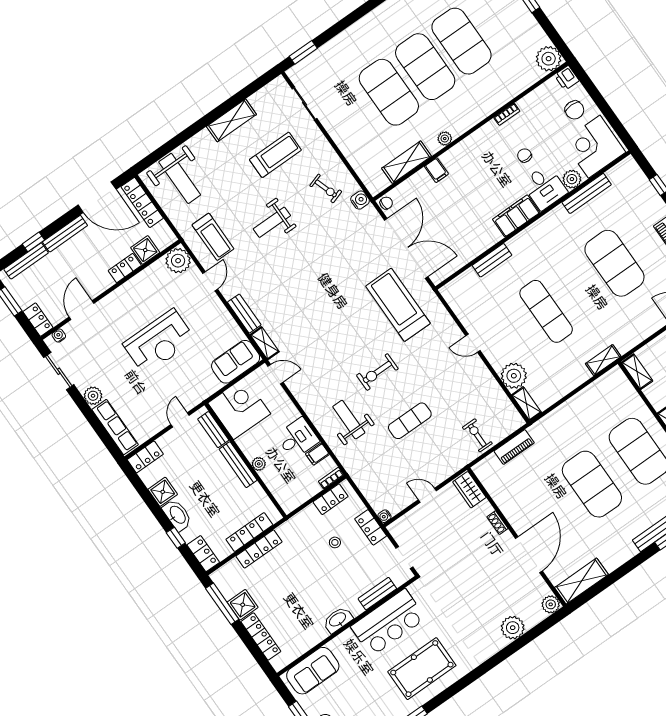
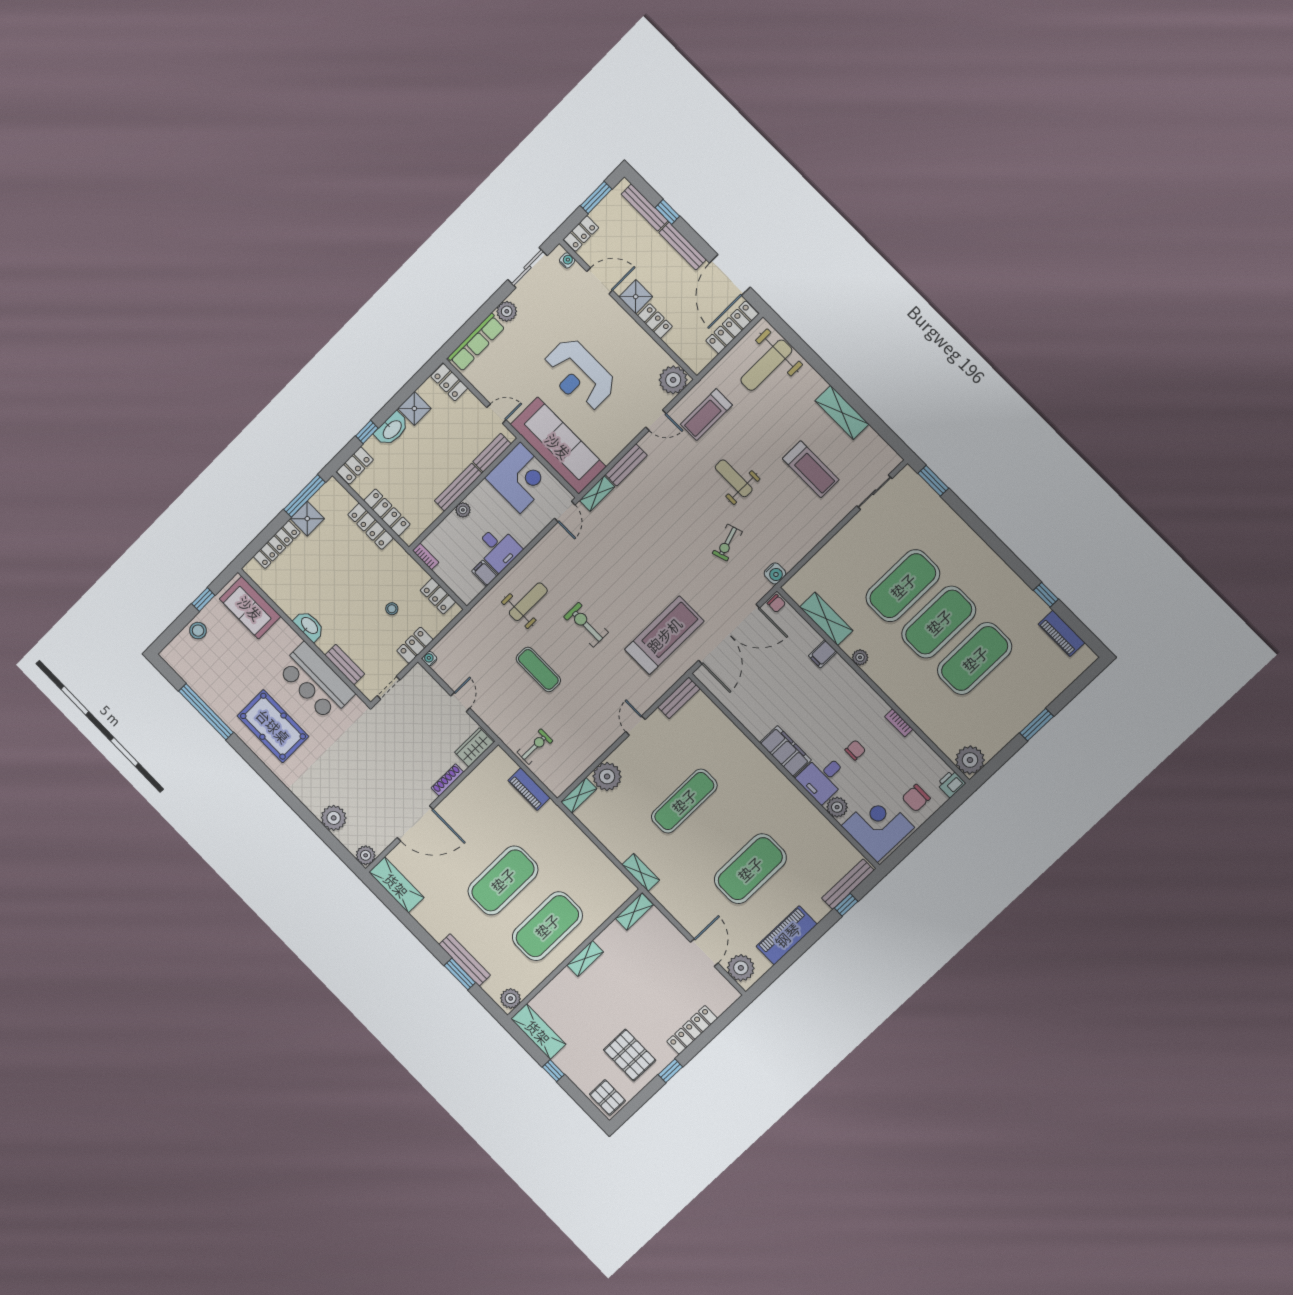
exercise bike: (326, 188) -> (727, 543), moved
bench: (587, 193) -> (848, 884), moved, turned 90
shower: (145, 250) -> (636, 297), moved
bench: (492, 260) -> (679, 698), moved, turned 90
sofa: (236, 362) -> (558, 446), width x1.85, depth x1.27
bookcase: (331, 478) -> (426, 556), moved
shoe rack: (497, 523) -> (447, 780), width x1.43

